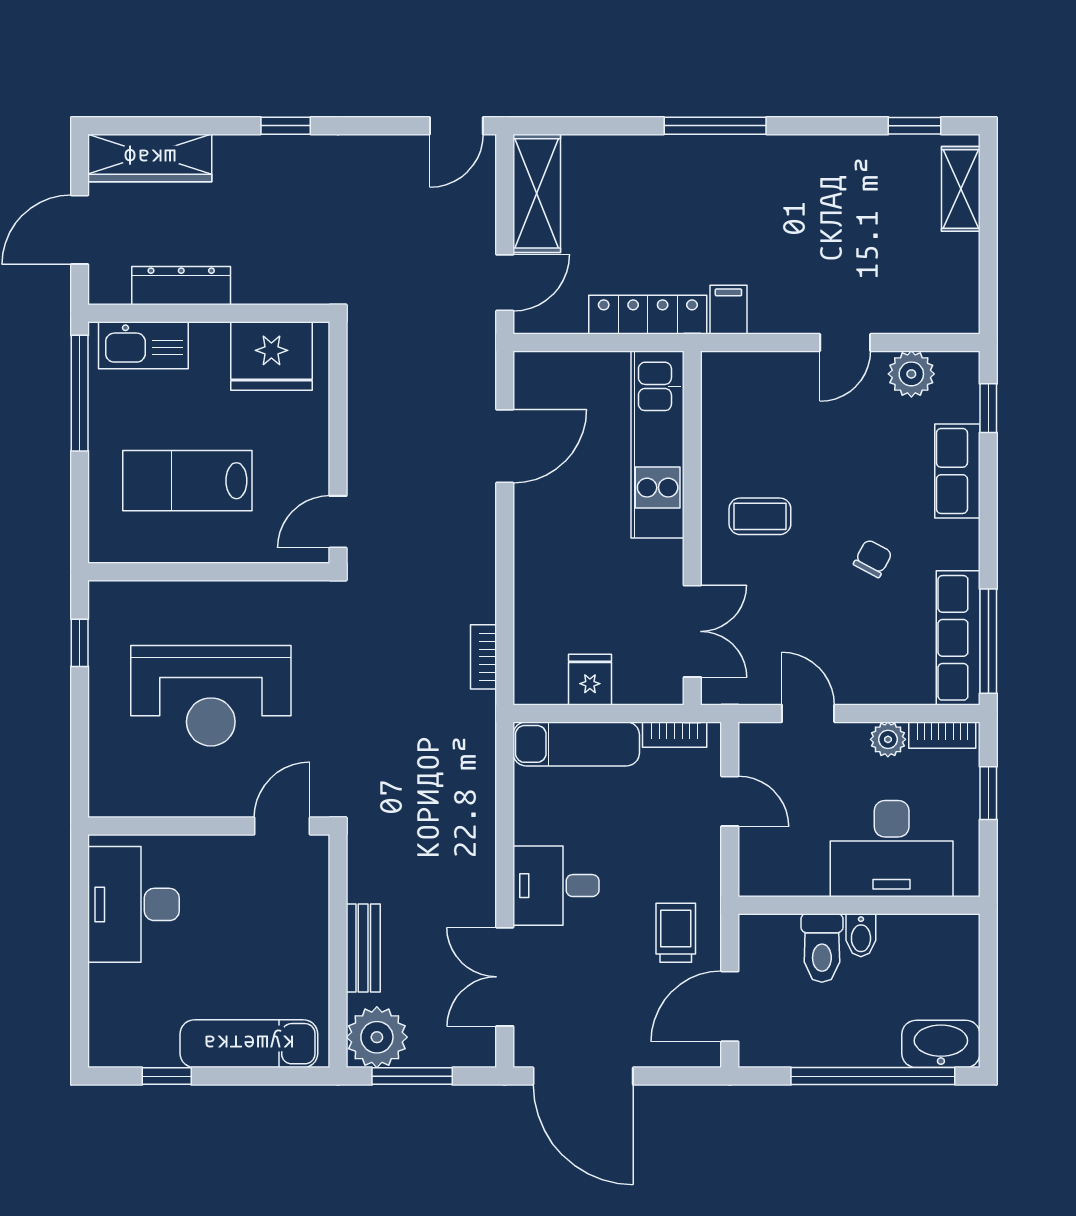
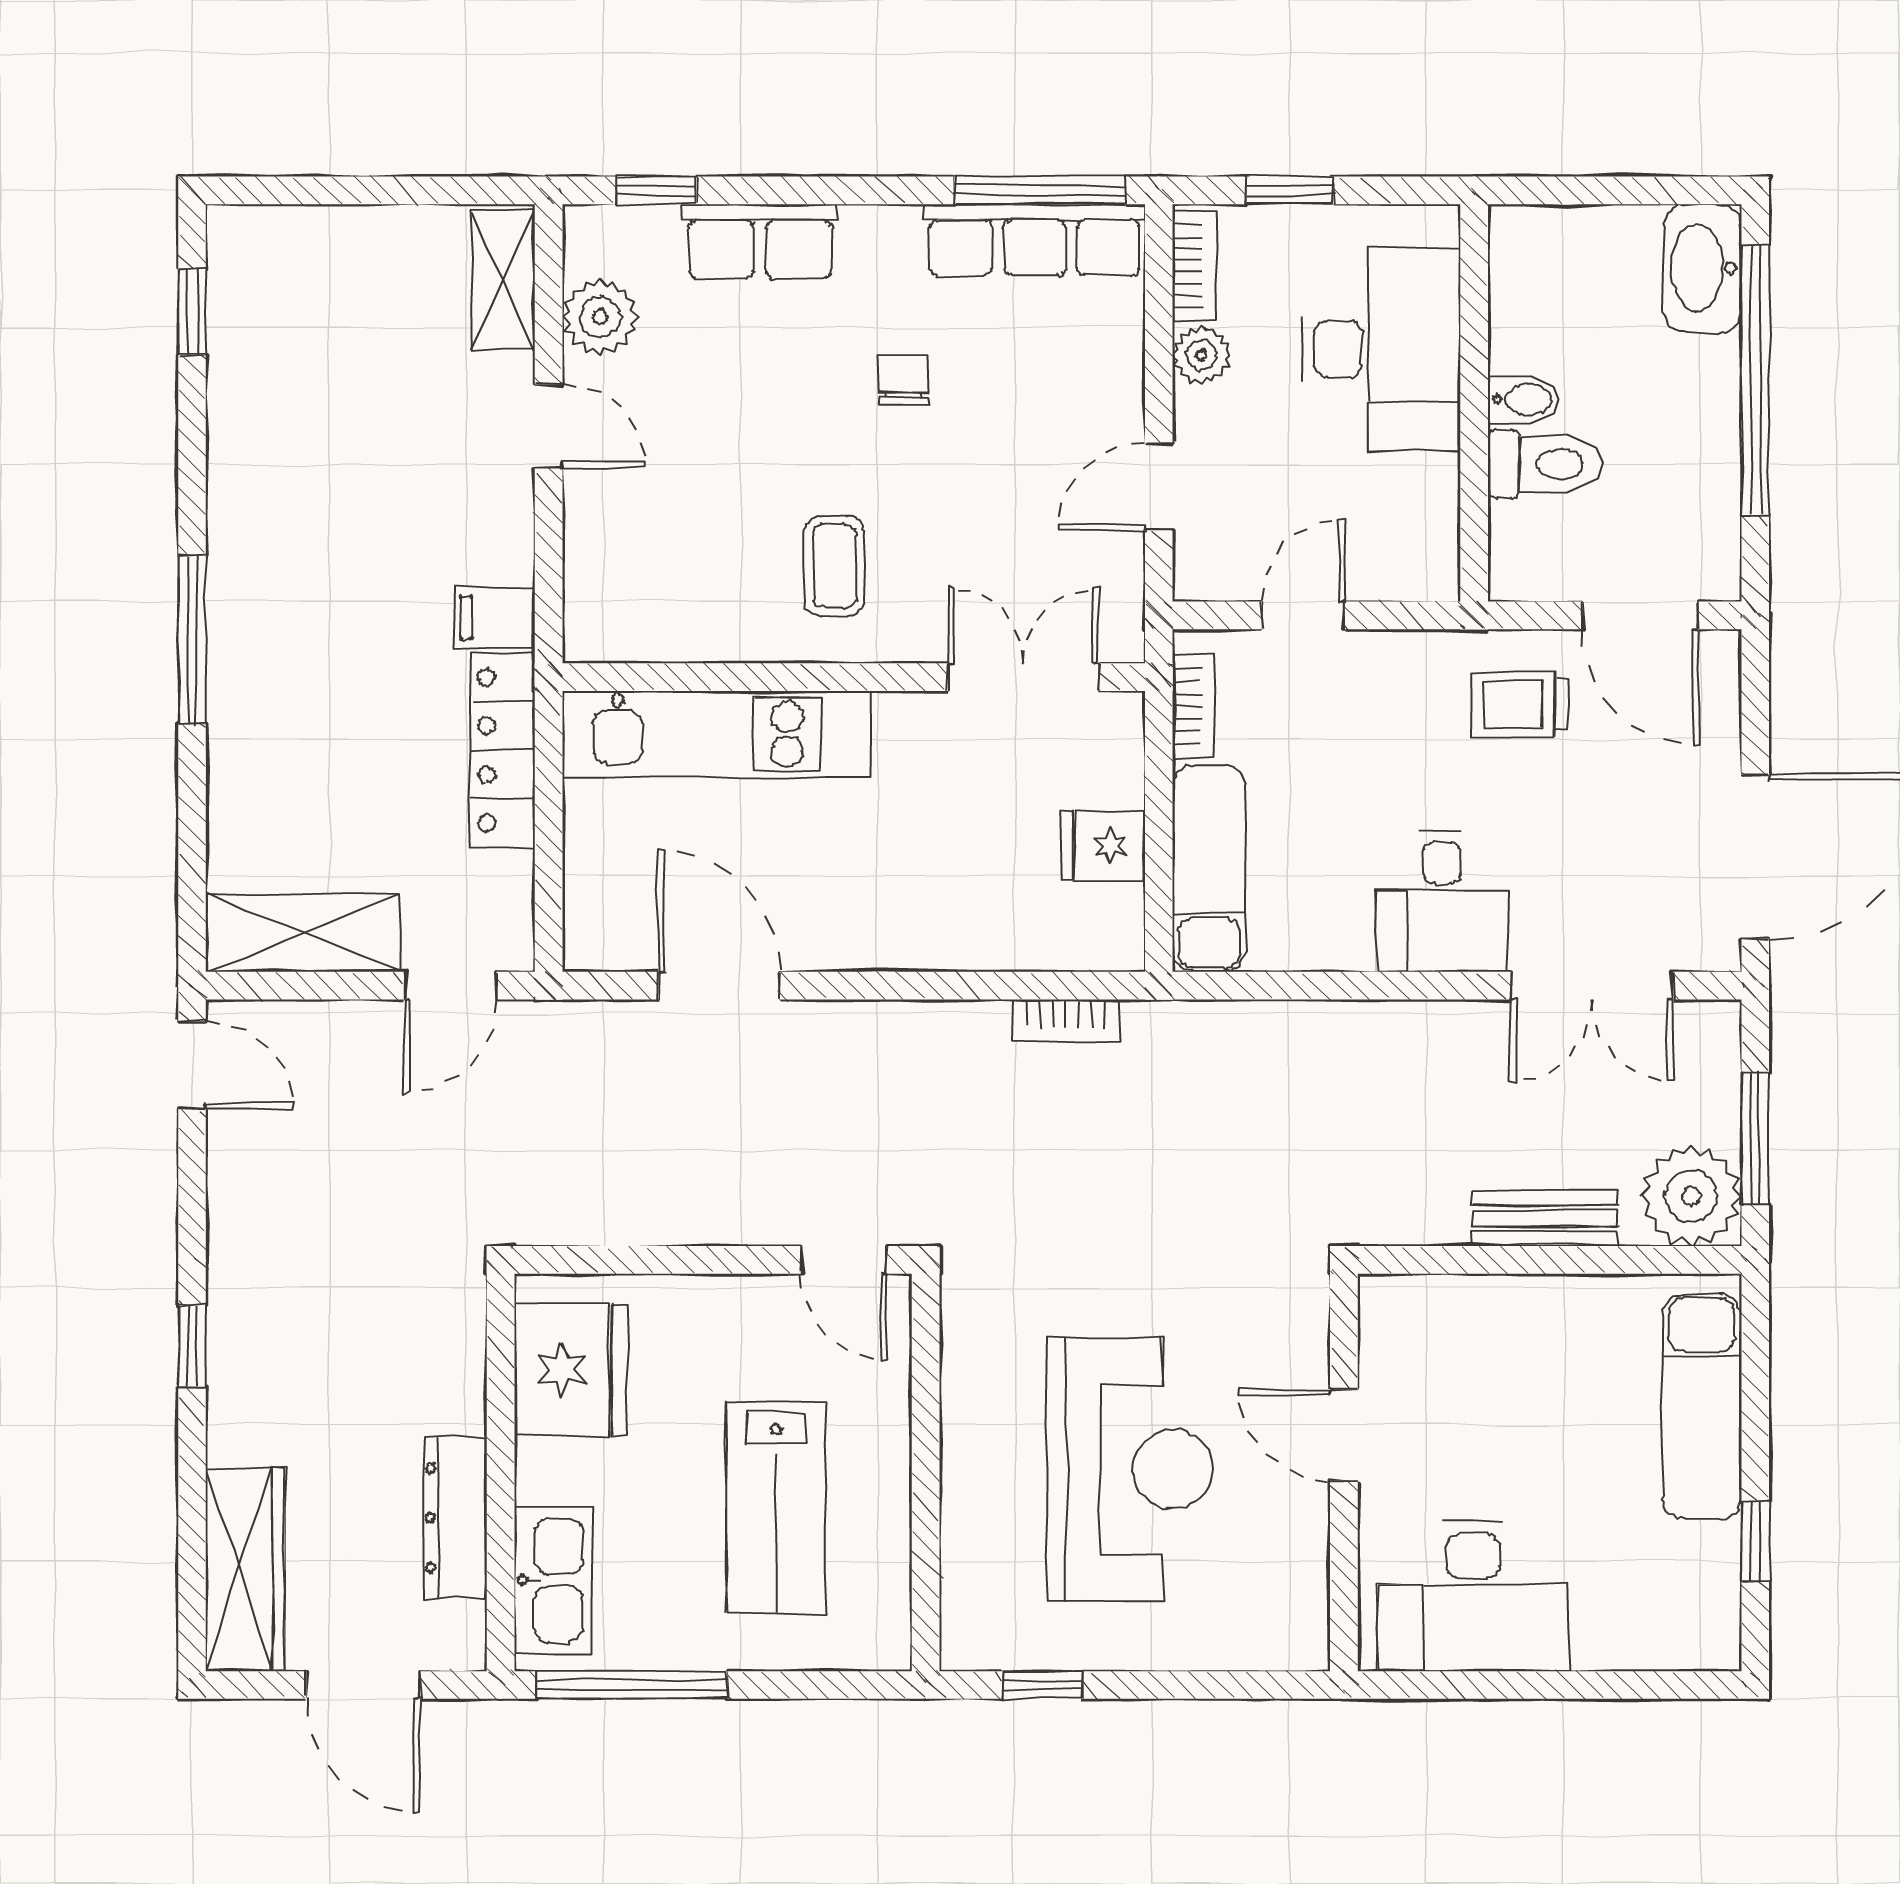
shelving: (961, 189) -> (503, 281), moved, turned 90
door: (505, 283) -> (450, 986), swing flipped
chair: (873, 558) -> (904, 380), turned 63
door: (282, 826) -> (1344, 1435), moved

